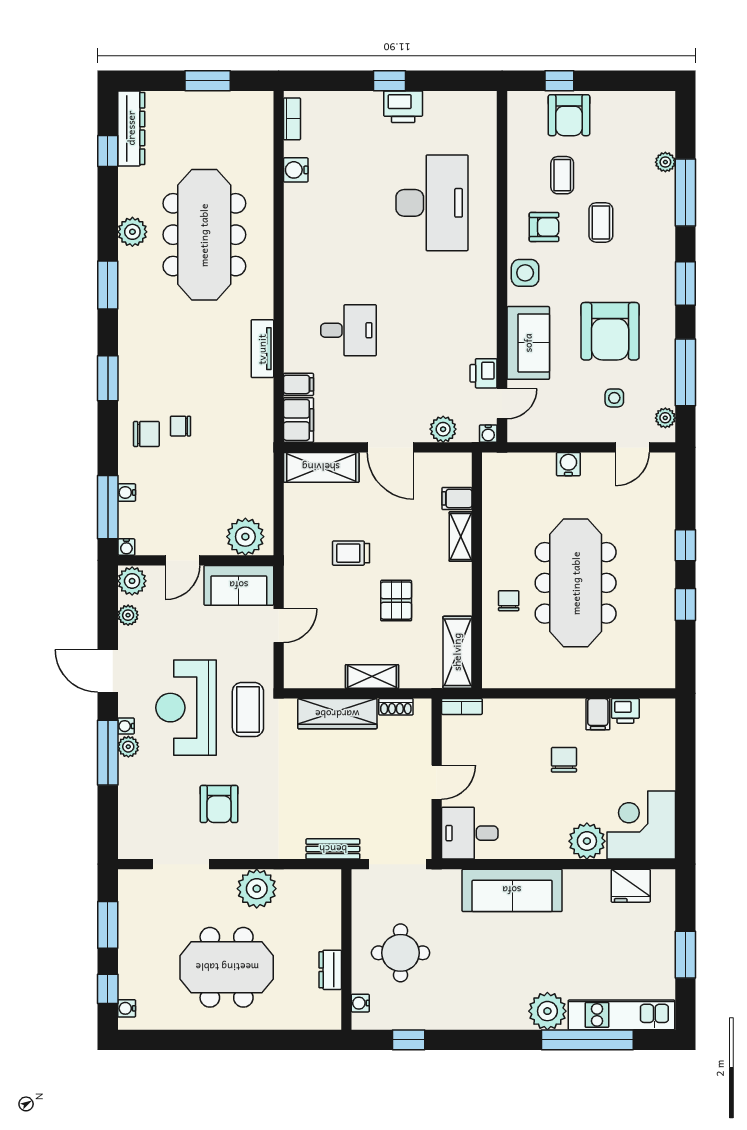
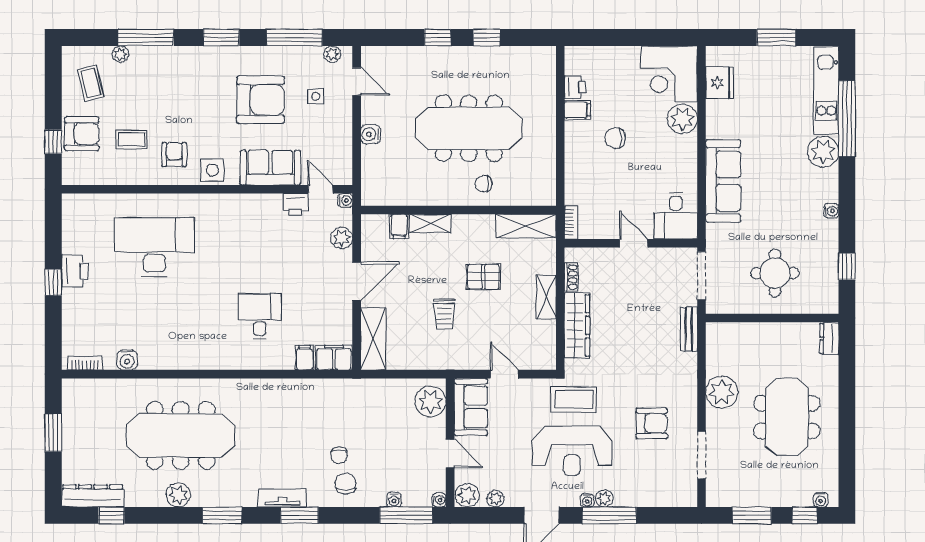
coffee table: (601, 222) -> (91, 83), moved, turned 76
tv unit: (262, 349) -> (282, 498), moved, turned 180
dresser: (330, 970) -> (829, 339), moved, turned 90
water cooler: (360, 1003) -> (831, 211), moved, turned -90

